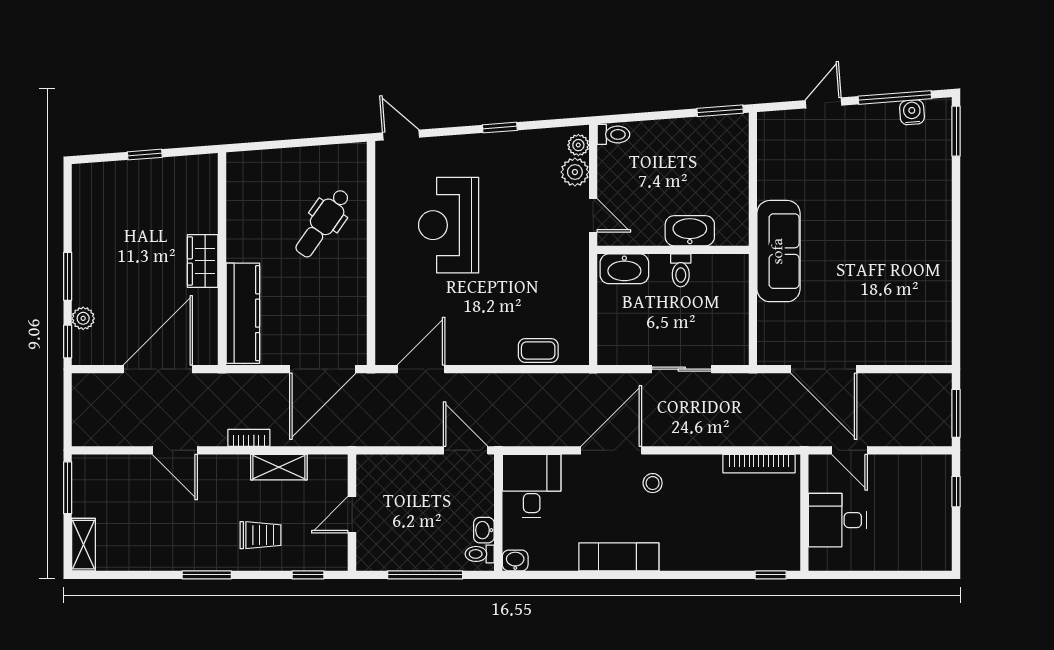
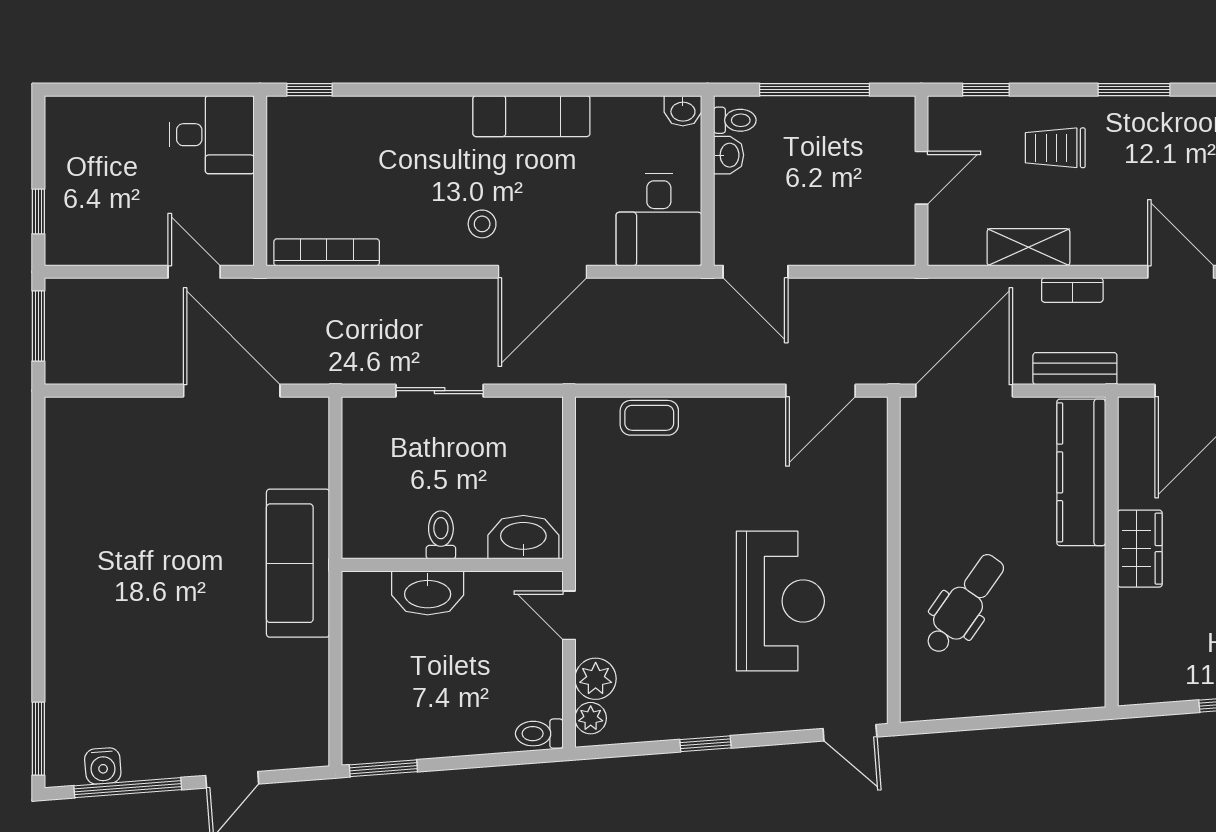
bench: (247, 384) -> (1075, 369), added
desk: (837, 520) -> (212, 135), moved

